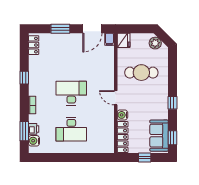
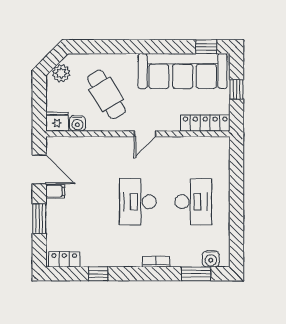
filing cabinet: (109, 39) -> (55, 191), moved
cafe table: (141, 73) -> (106, 94), turned -31
window: (24, 78) -> (98, 274), moved
window: (172, 103) -> (153, 47), removed
water cooler: (122, 115) -> (77, 123), moved
printer: (34, 129) -> (193, 260), removed
sofa: (159, 136) -> (183, 71), width x1.85, depth x1.27

